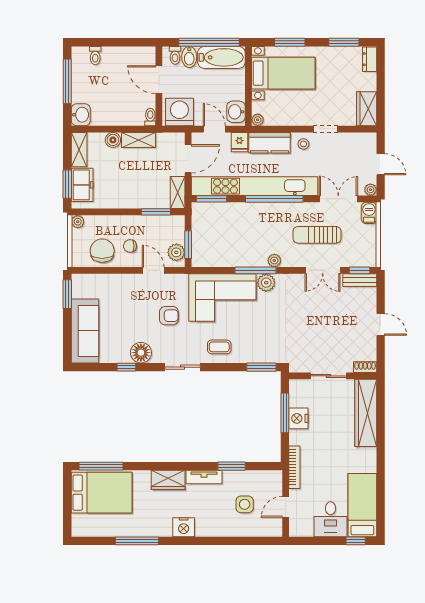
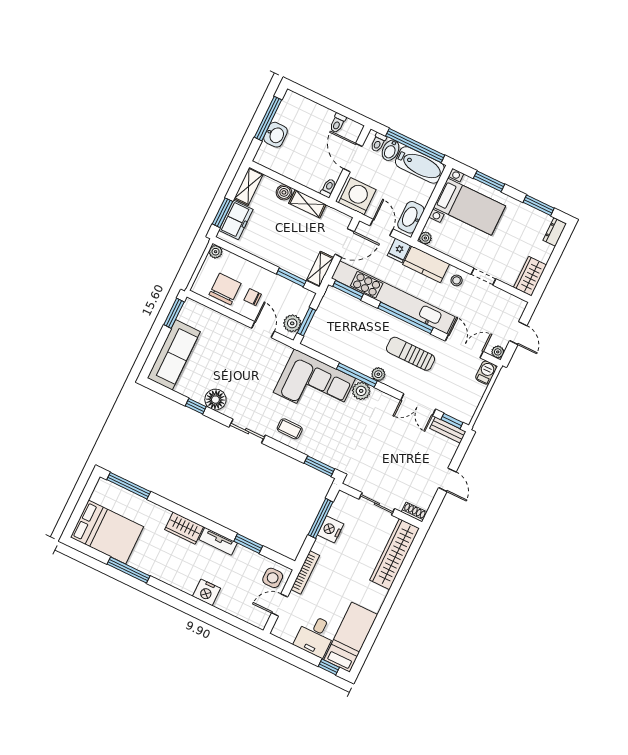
toilet: (95, 56) -> (338, 123), moved
washbasin: (236, 112) -> (411, 217), width x1.38
washbasin: (81, 115) -> (276, 135), moved
sun lounger: (317, 235) -> (411, 354), moved
armchair: (169, 316) -> (257, 378), removed
bed: (102, 493) -> (107, 532), moved
side table: (245, 504) -> (273, 578), moved
nightstand: (184, 527) -> (207, 592), moved

